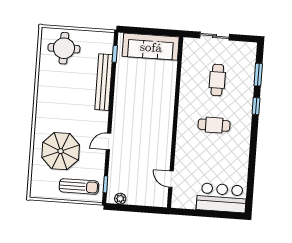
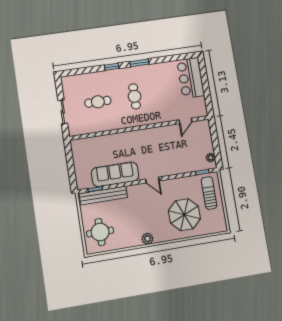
sofa: (151, 47) -> (115, 174), moved, turned -90
window: (258, 75) -> (139, 63), moved
bench: (104, 82) -> (103, 195), moved
plant: (43, 101) -> (147, 239), added
door: (108, 141) -> (152, 180), moved

